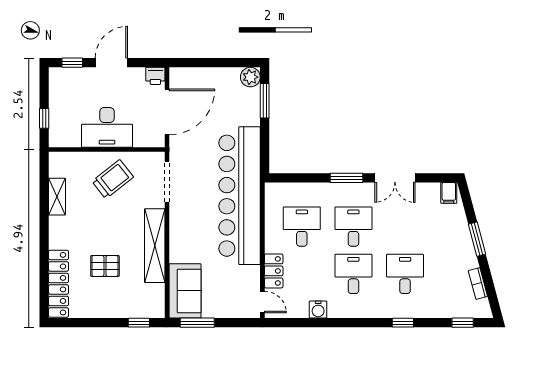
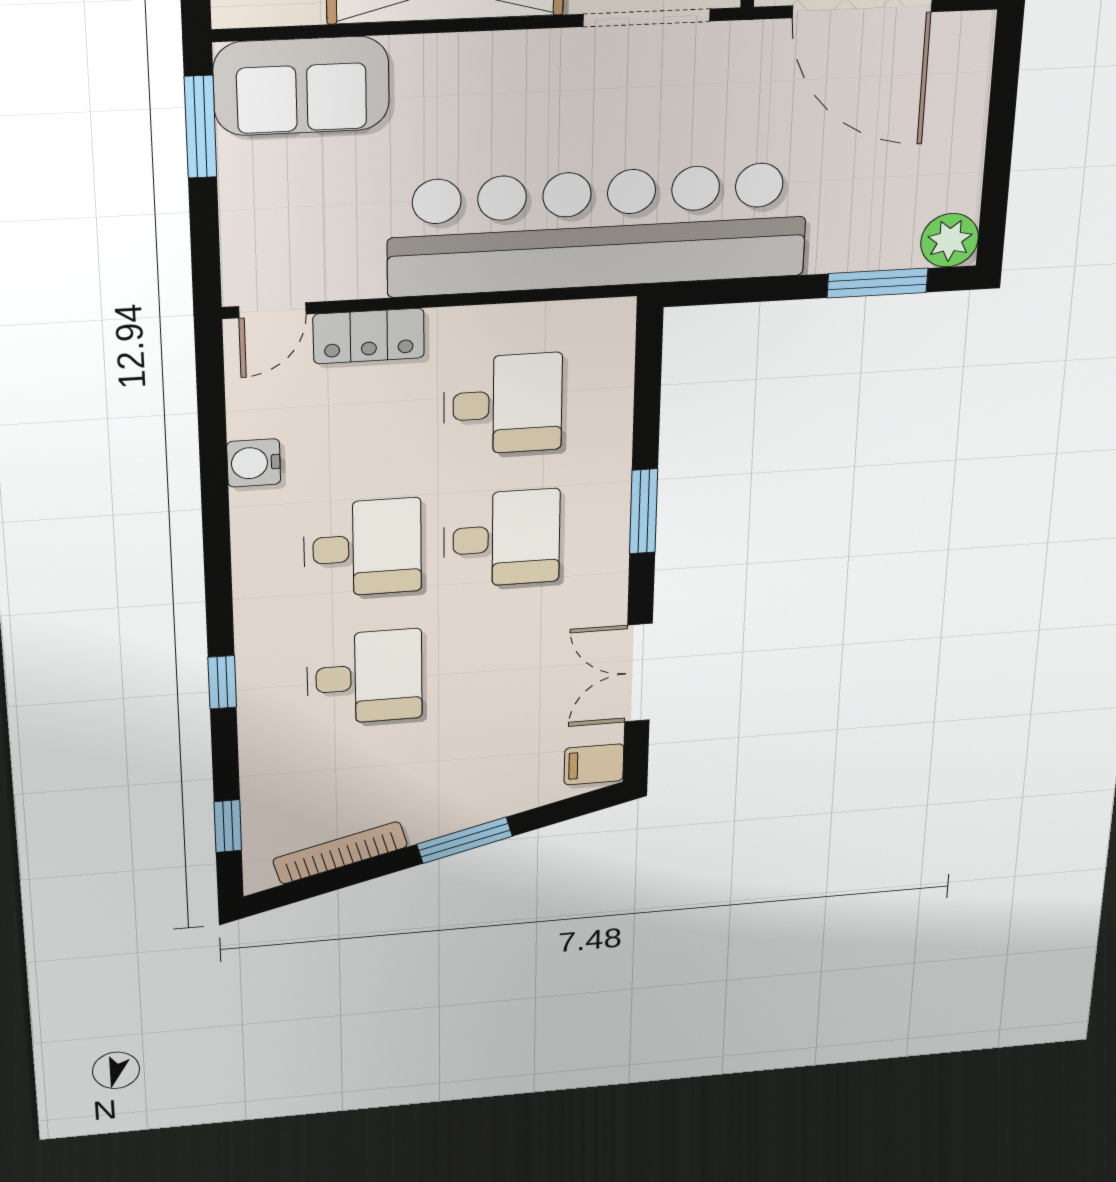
double door: (395, 178) -> (638, 673), moved
bookcase: (478, 284) -> (340, 853), width x1.56

